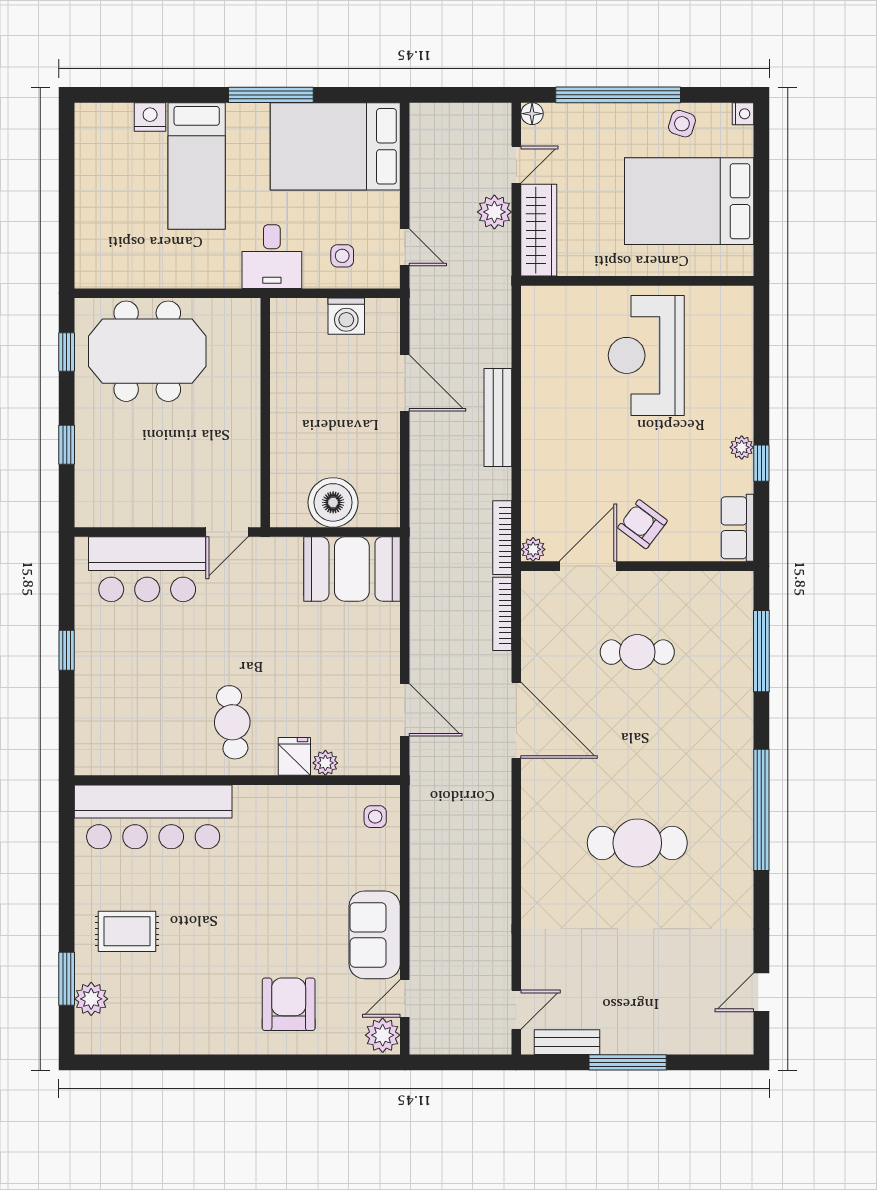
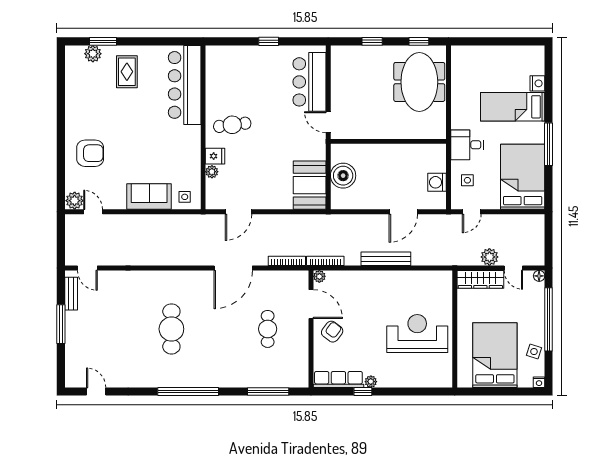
row of seats: (737, 528) -> (338, 379), width x1.48
sofa: (375, 935) -> (149, 197), moved

